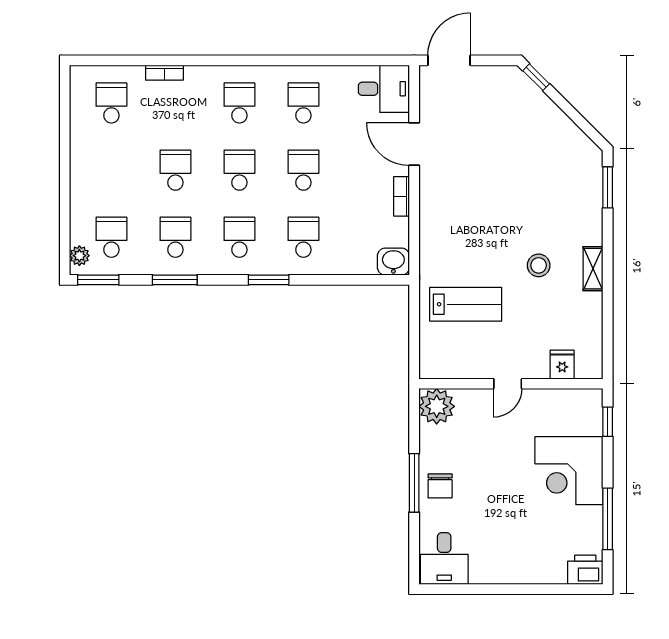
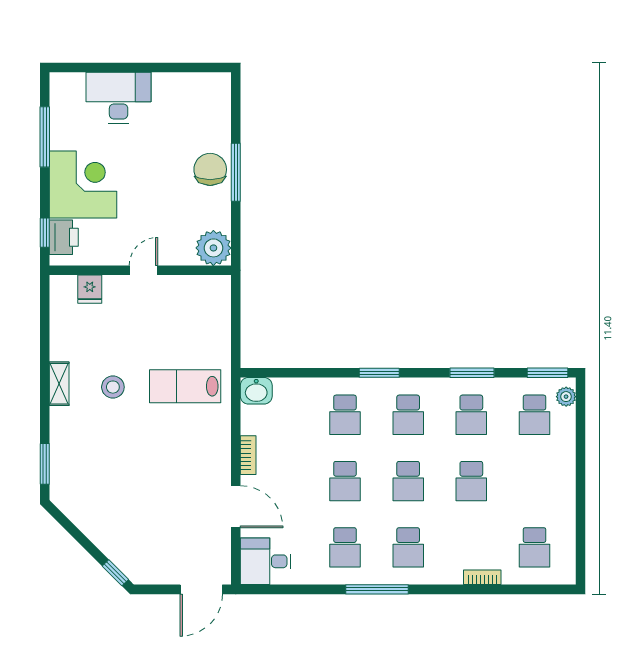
window: (271, 60) -> (377, 589), added
lab bench: (466, 304) -> (185, 386), moved
chair: (440, 486) -> (210, 169), width x1.37, depth x1.37
desk: (444, 559) -> (119, 98), moved, width x1.37
printer: (585, 570) -> (64, 237), moved, turned -90

